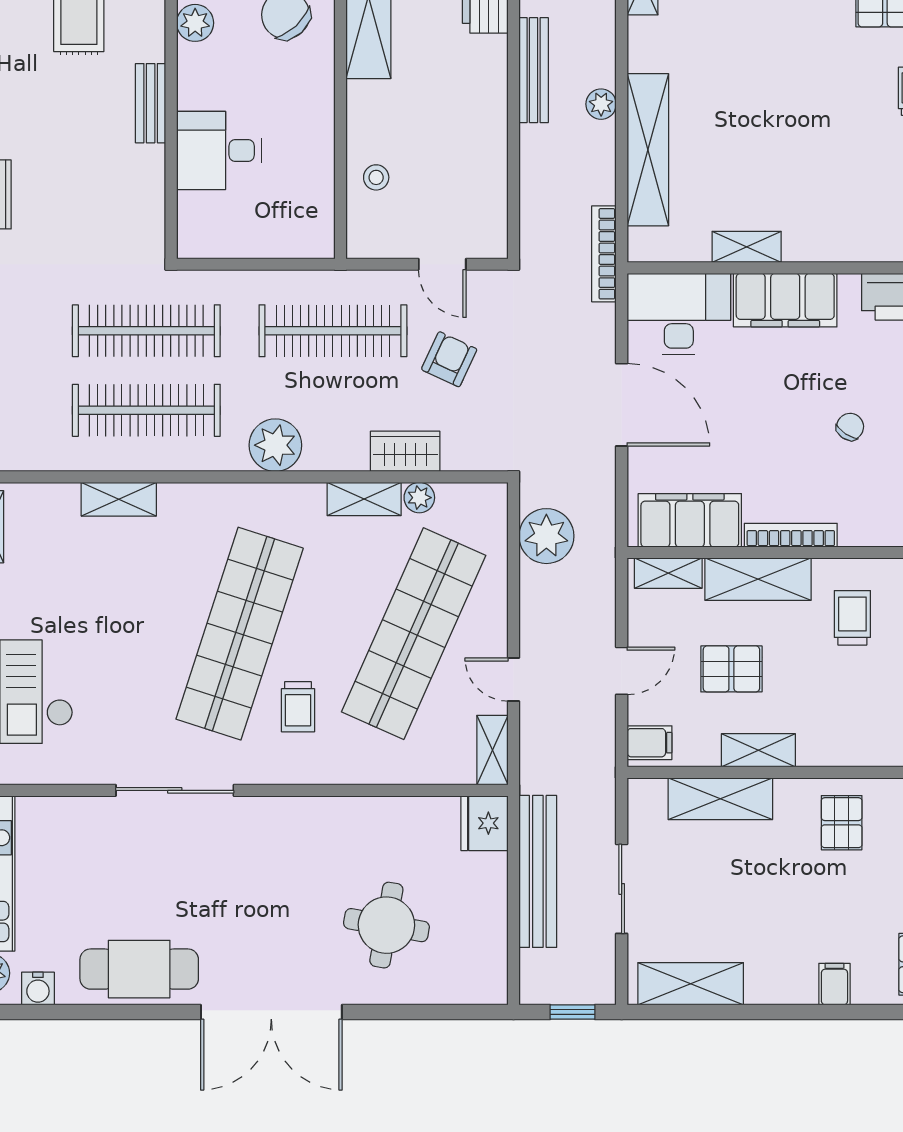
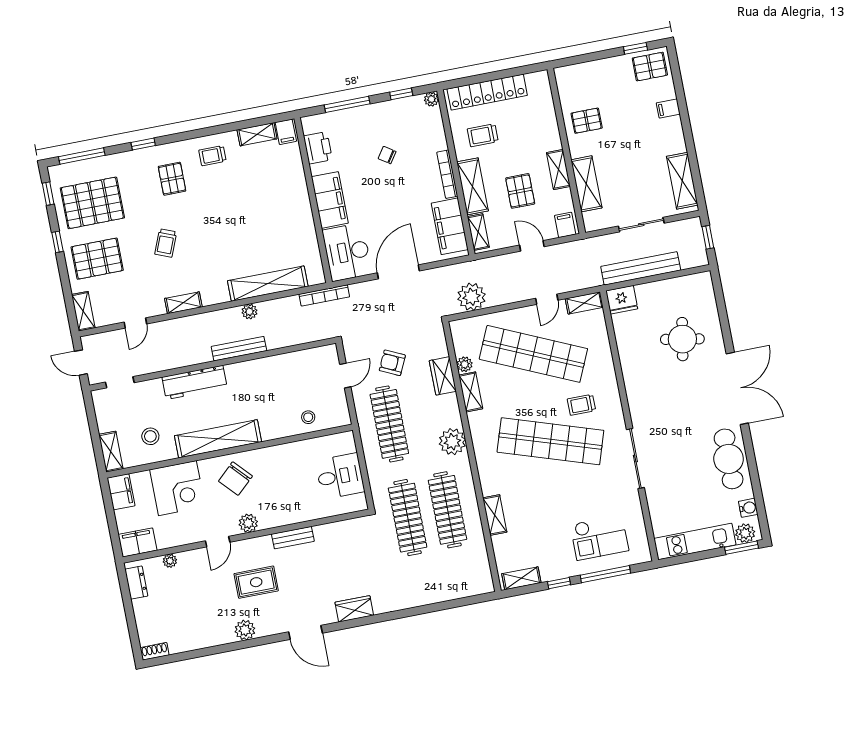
desk: (219, 151) -> (340, 476), moved, turned -90
shelving: (747, 247) -> (307, 225), removed
trolley: (298, 707) -> (581, 405), turned 180

